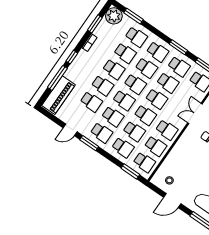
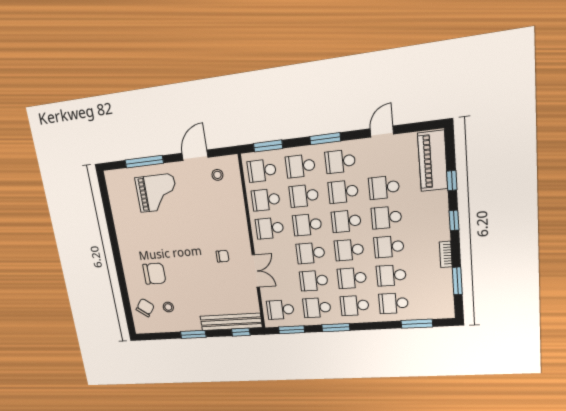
plant: (114, 16) -> (441, 307), removed
window: (57, 78) -> (452, 181), width x0.46
window: (89, 143) -> (325, 139), moved

